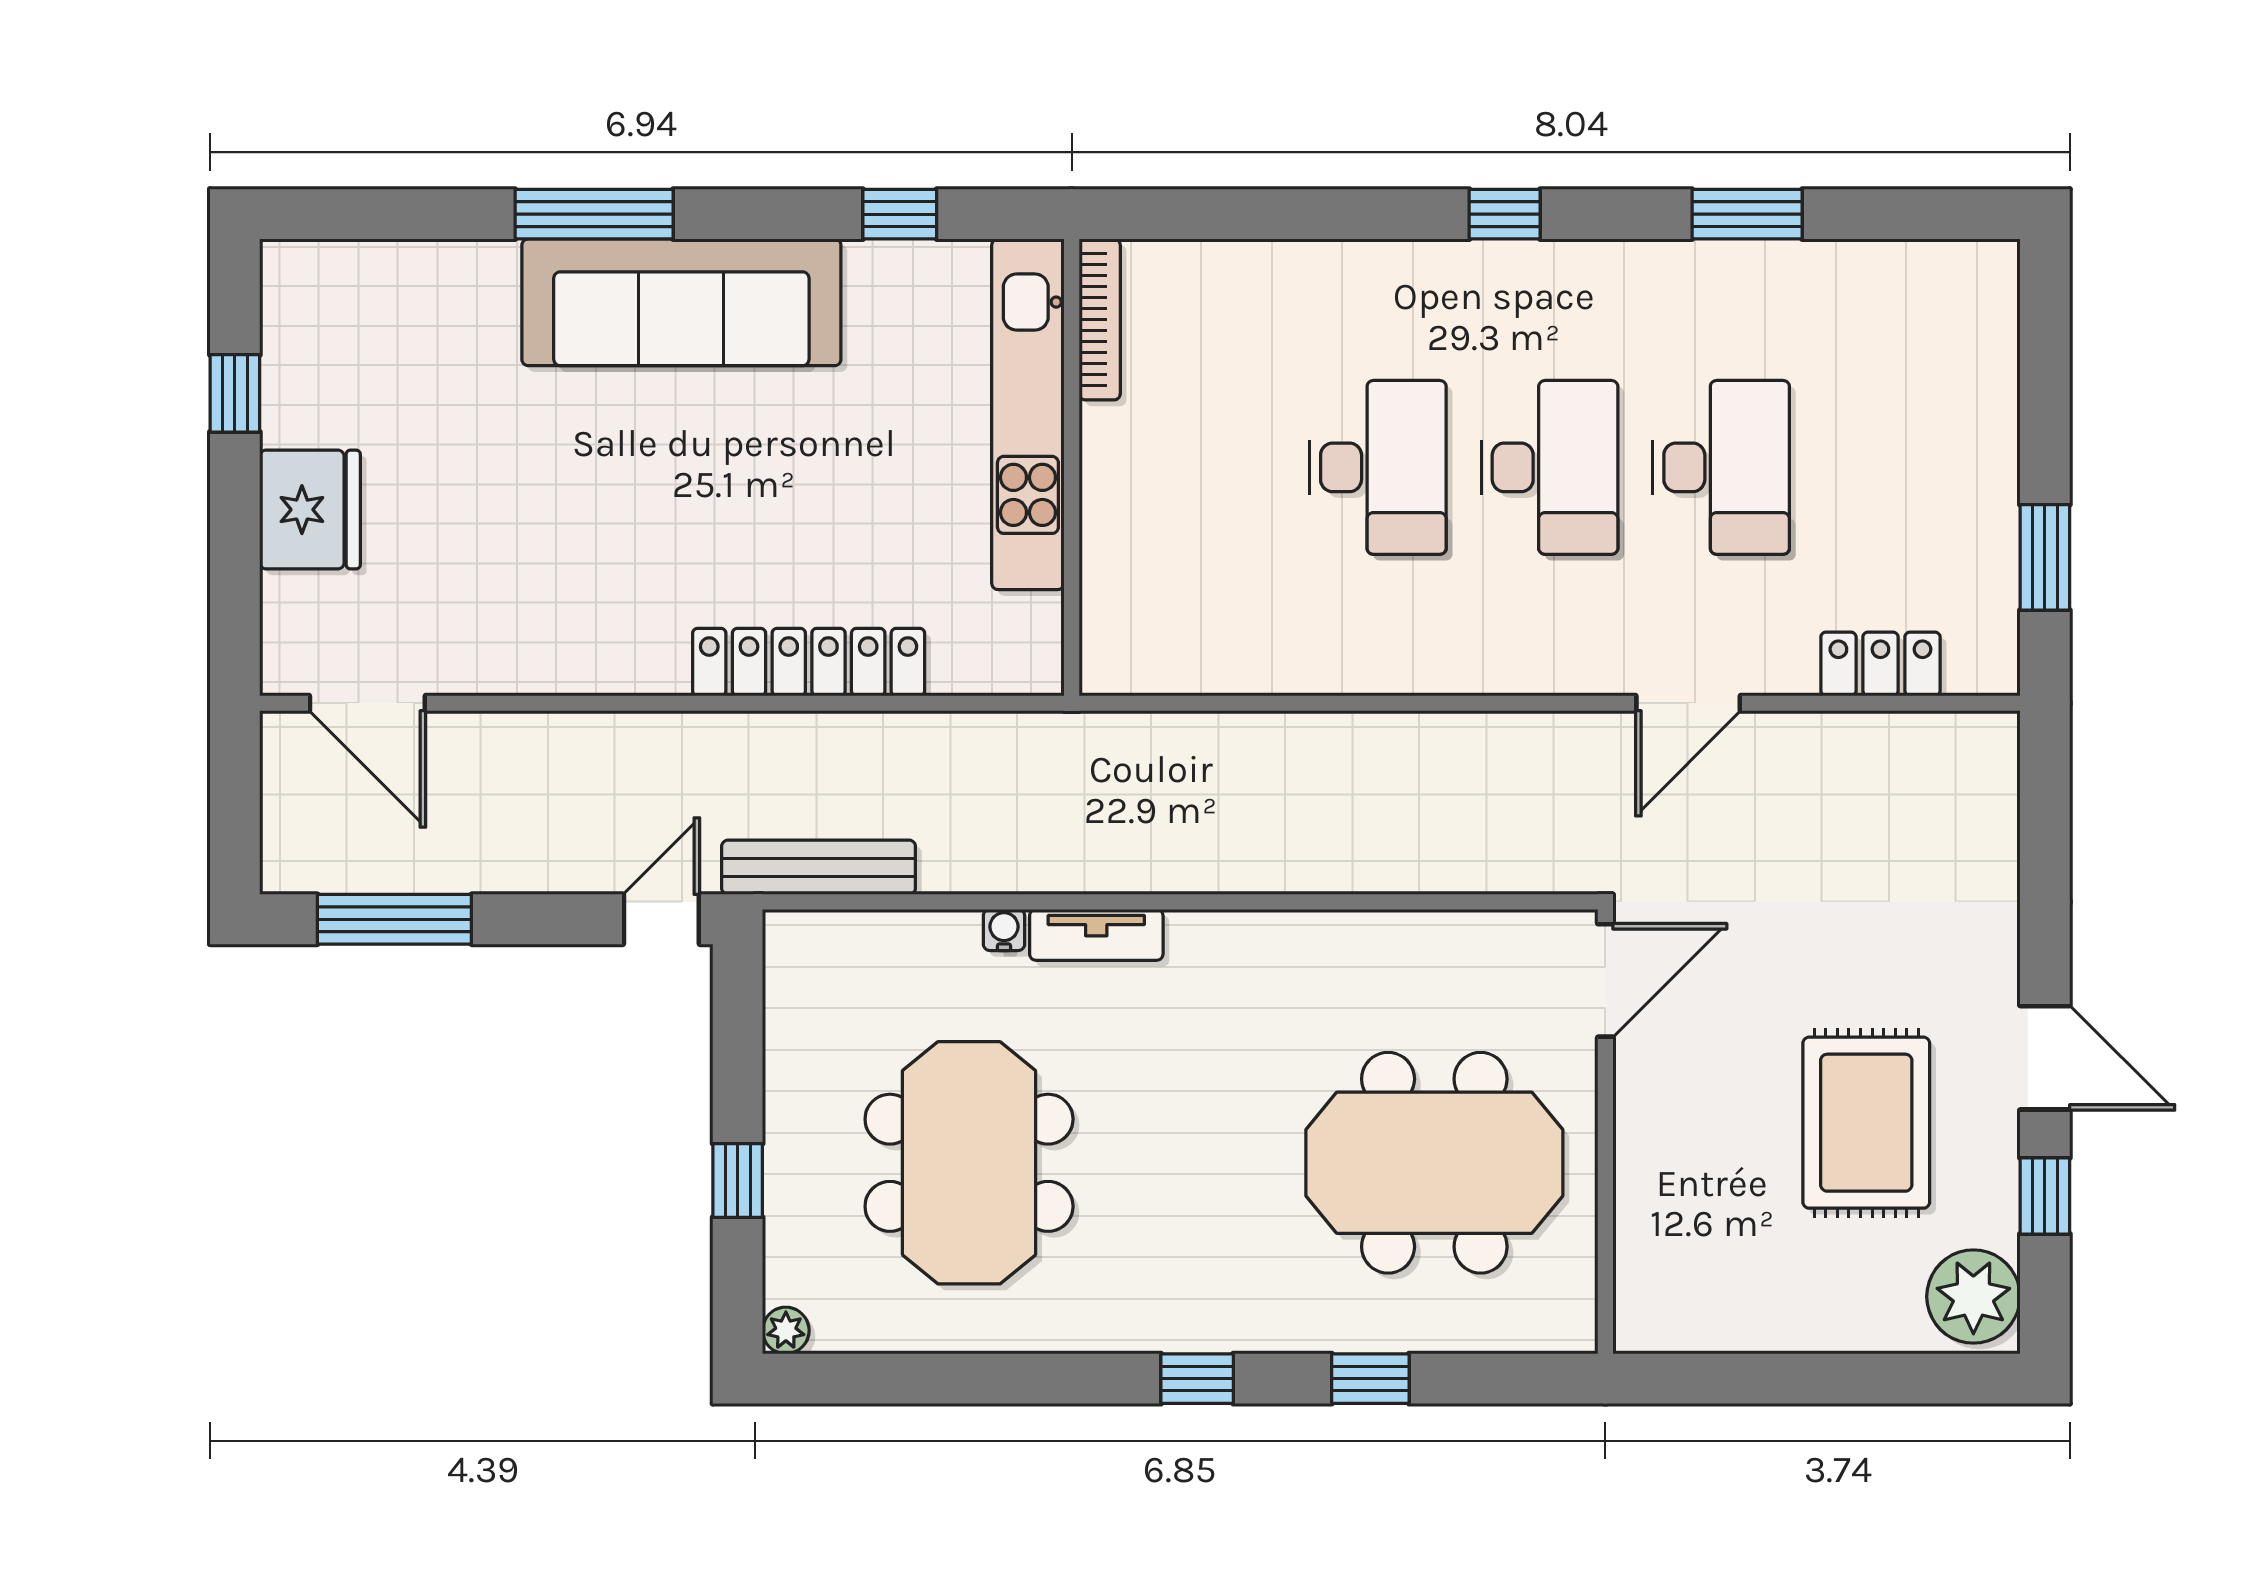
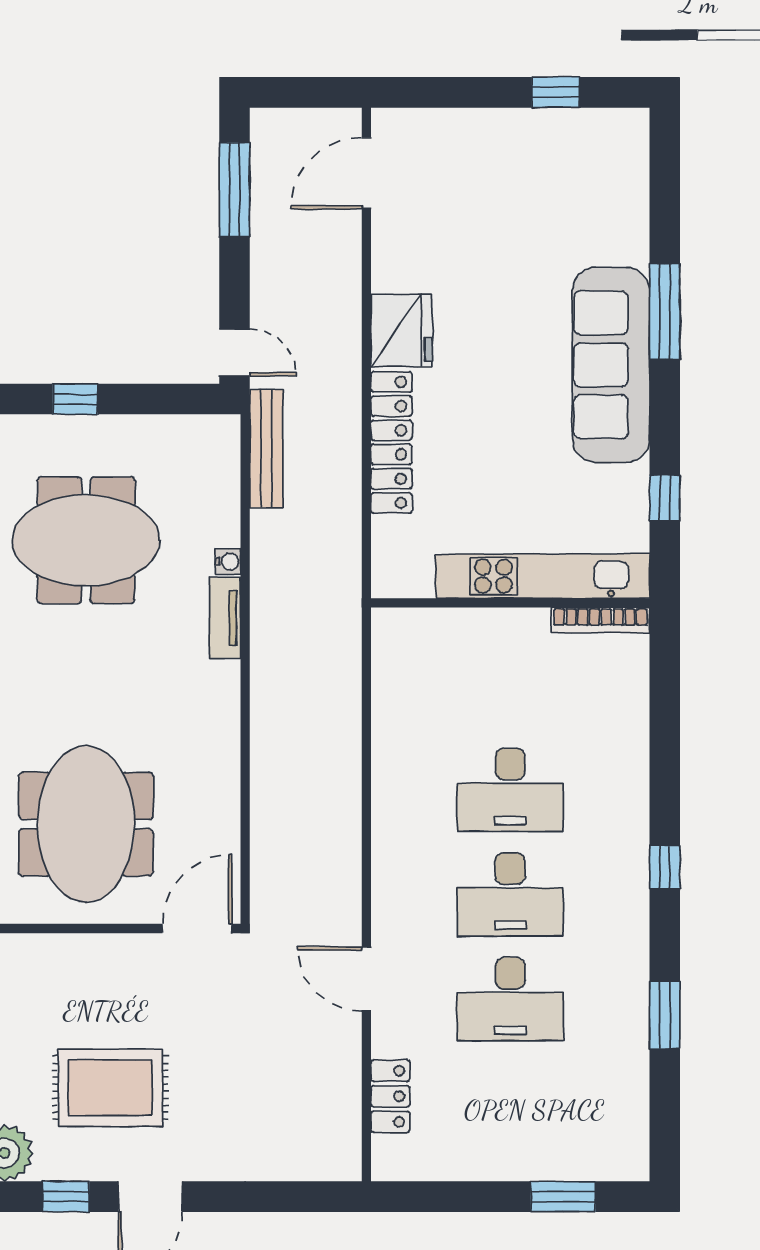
fridge: (310, 510) -> (402, 330), moved, turned -90
window: (2045, 557) -> (563, 1197), moved
door: (1605, 980) -> (197, 928), swing flipped

